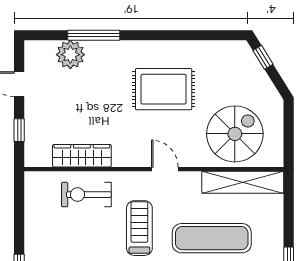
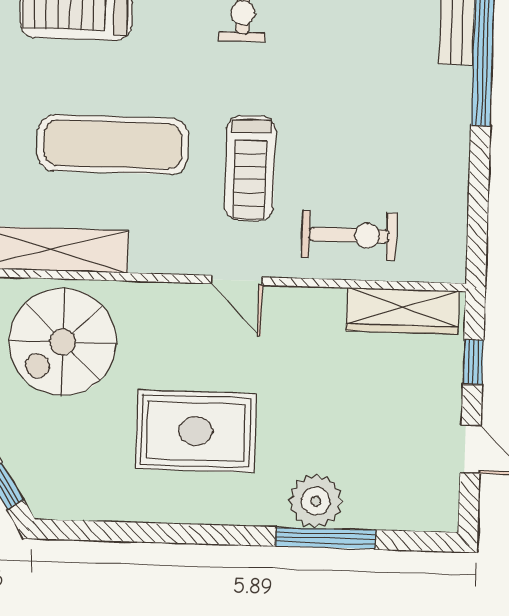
plant: (70, 55) -> (316, 501), moved
wardrobe: (82, 156) -> (403, 311), moved
door: (165, 169) -> (237, 280), moved

